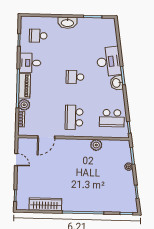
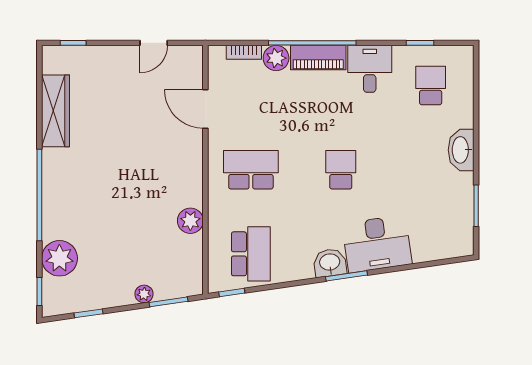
school desk: (112, 118) -> (251, 254), turned 180
plant: (112, 204) -> (59, 258), added

